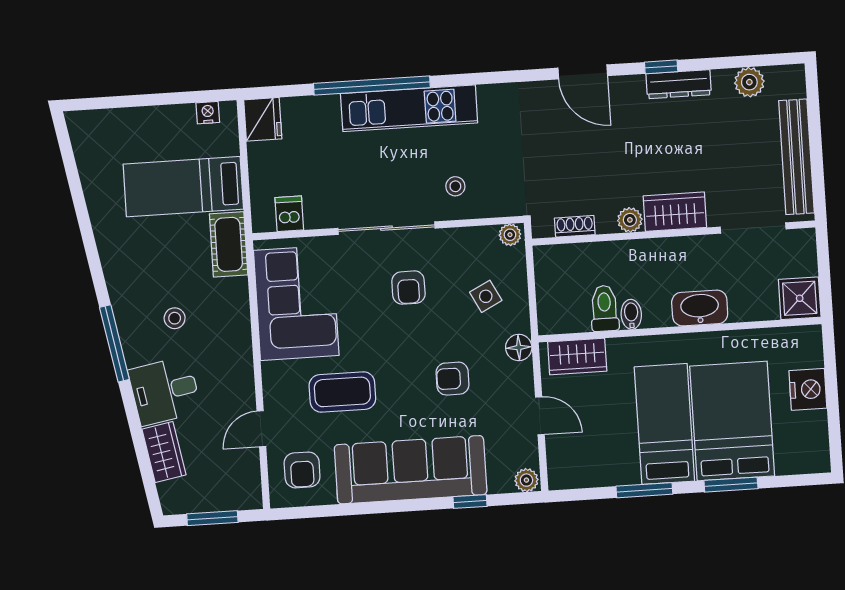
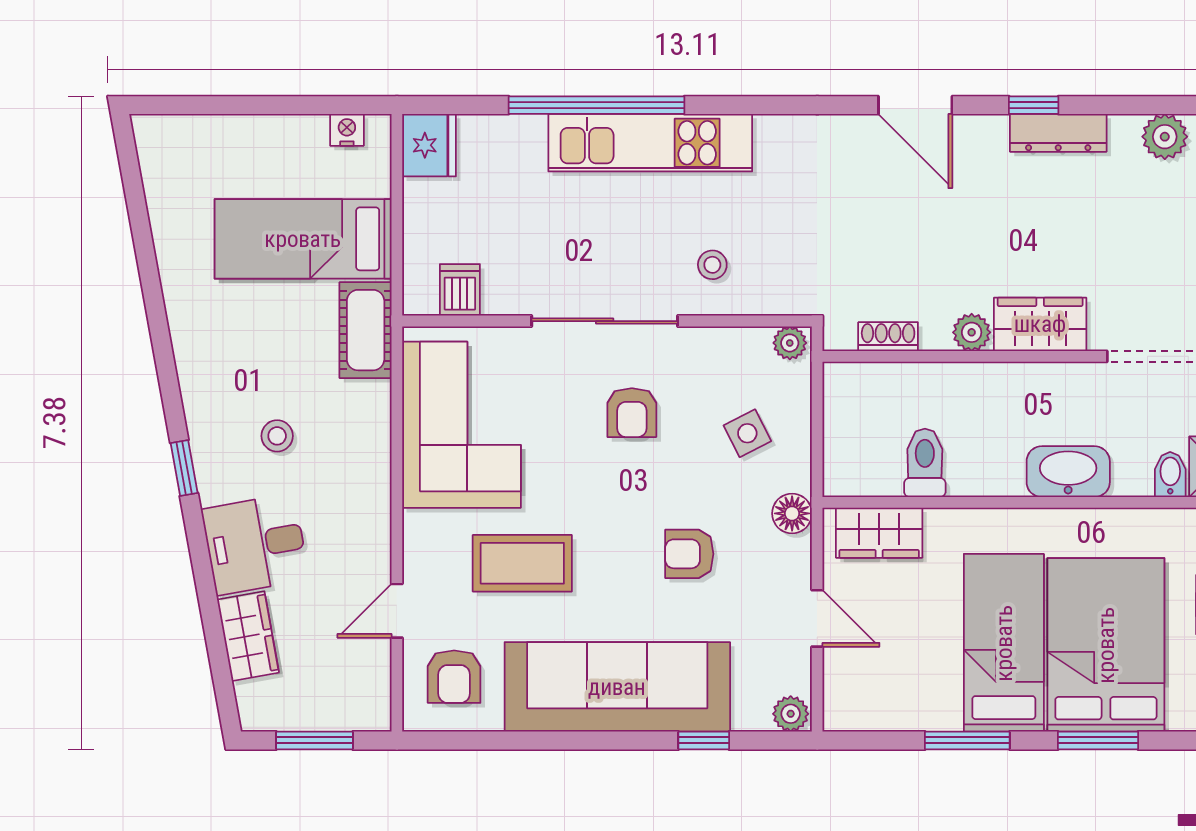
bidet: (631, 314) -> (1170, 475), moved
window: (114, 343) -> (184, 468), width x0.46

